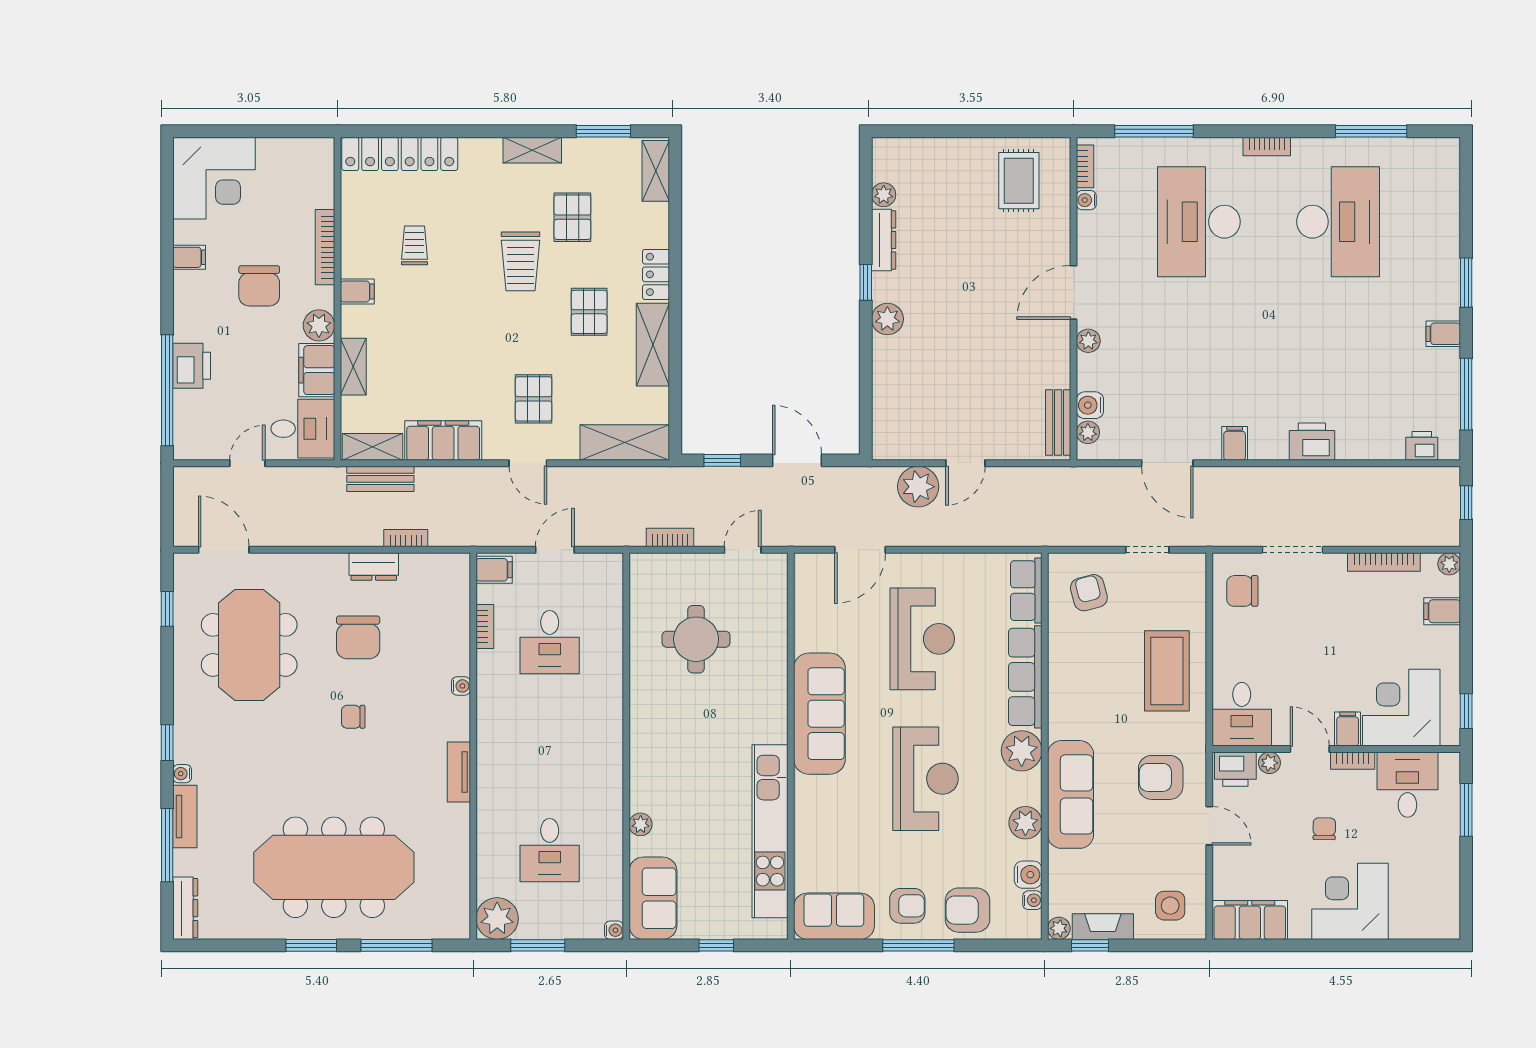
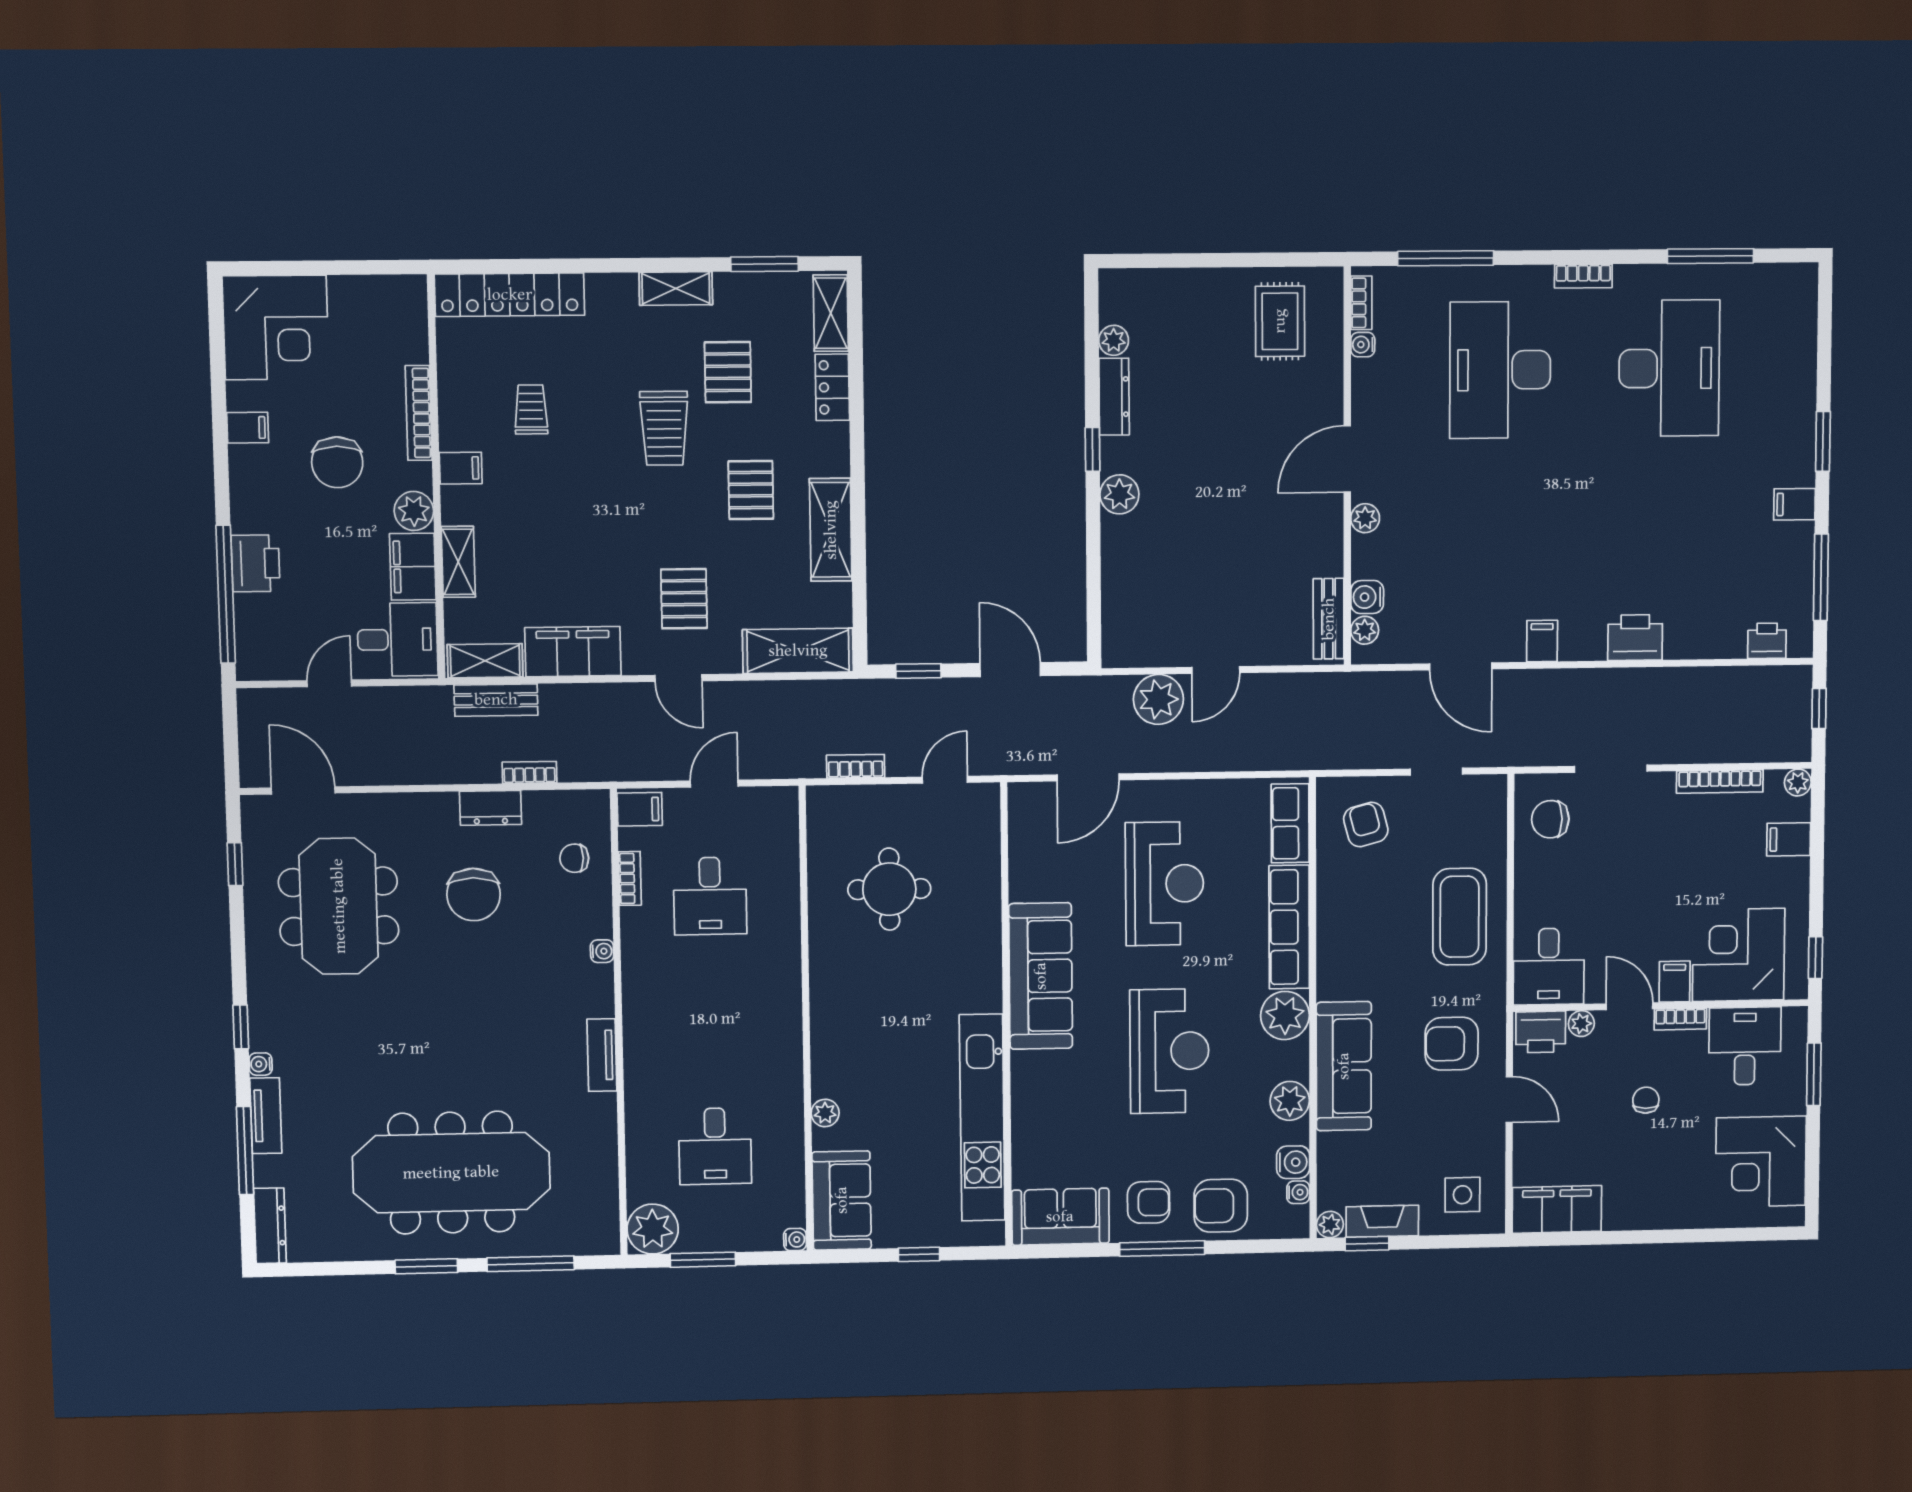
locker: (656, 274) -> (832, 387), moved
chair: (353, 717) -> (574, 858), moved
corner desk: (1350, 901) -> (1761, 1162), moved, turned -90

